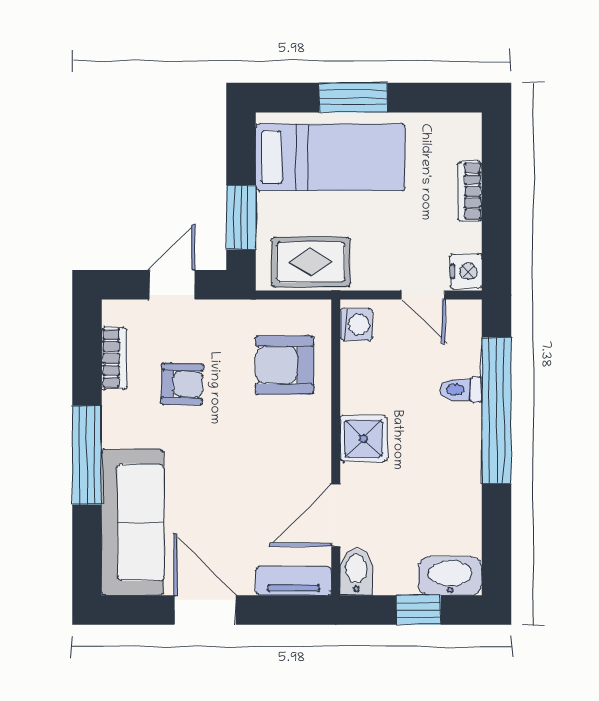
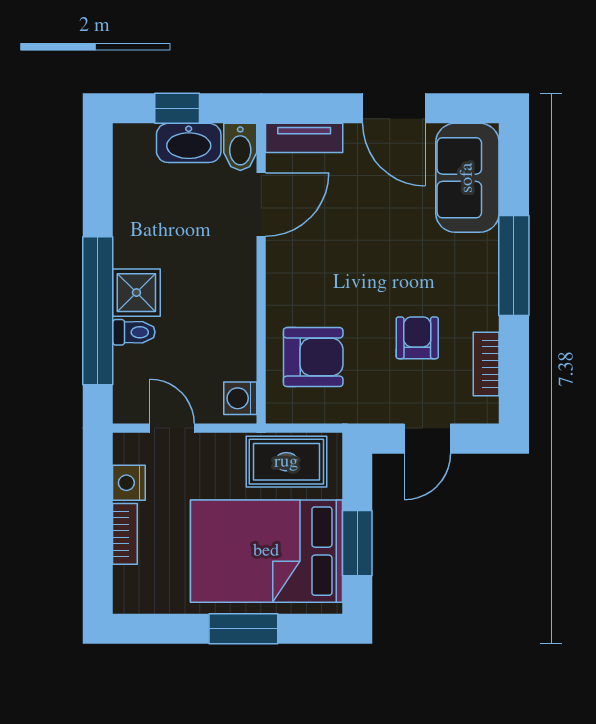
bed: (330, 157) -> (266, 551), width x1.50
window: (241, 217) -> (357, 543), moved
nightstand: (466, 271) -> (129, 483), moved
armchair: (182, 384) -> (417, 338), turned 88
shower: (364, 438) -> (136, 293), moved
sofa: (133, 522) -> (467, 178), width x0.73
washbasin: (450, 576) -> (189, 143), moved

